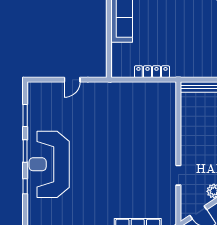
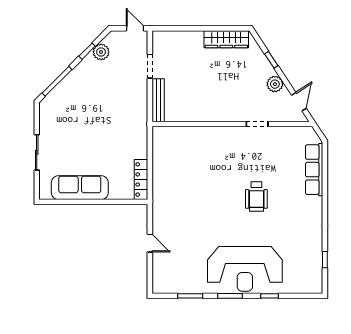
locker: (152, 72) -> (141, 179), moved
wheelchair: (114, 175) -> (256, 197), added

